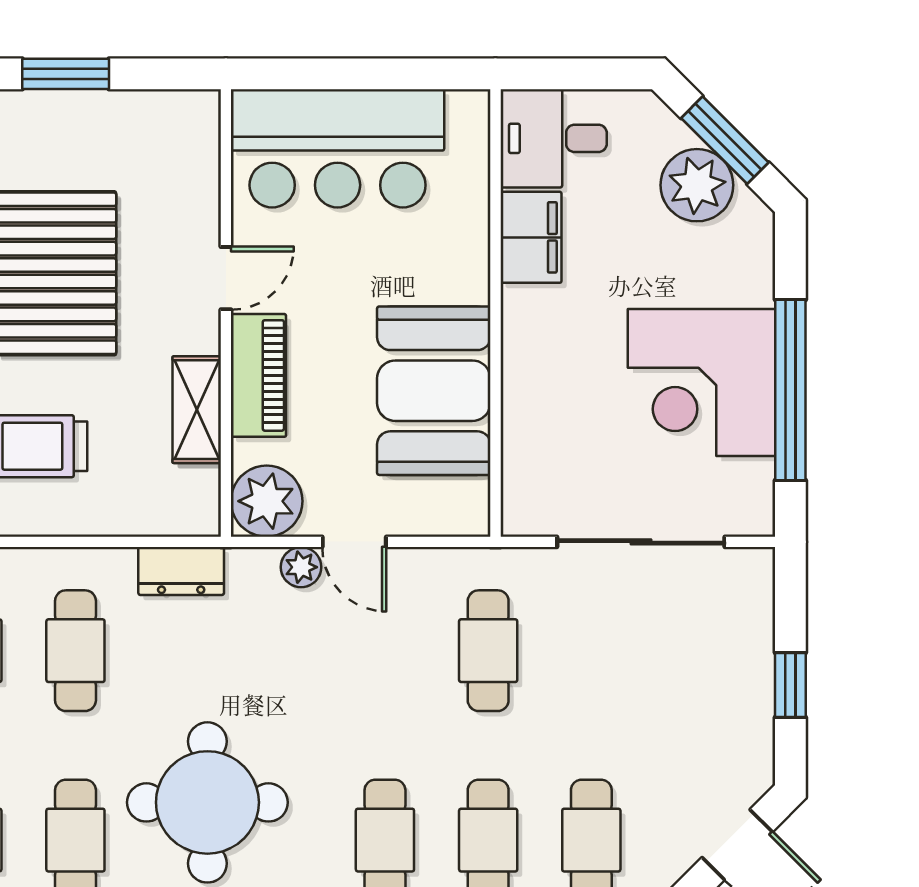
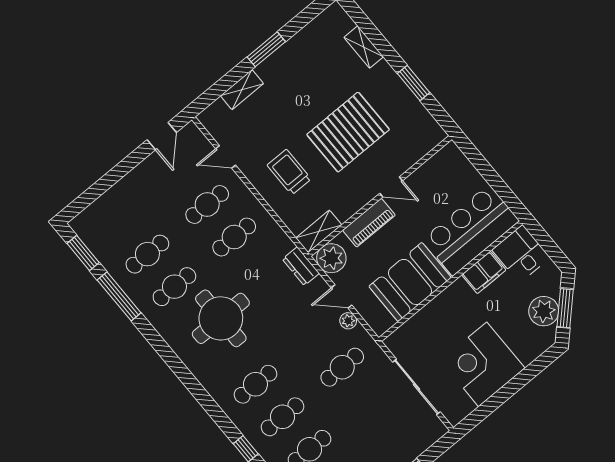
bar counter: (338, 148) -> (471, 230), moved, turned 90
window: (790, 390) -> (504, 394), removed
shelving: (197, 410) -> (319, 231), moved
door: (354, 542) -> (341, 296), hinge flipped
plant: (301, 567) -> (348, 321), moved
dresser: (181, 571) -> (301, 266), moved

